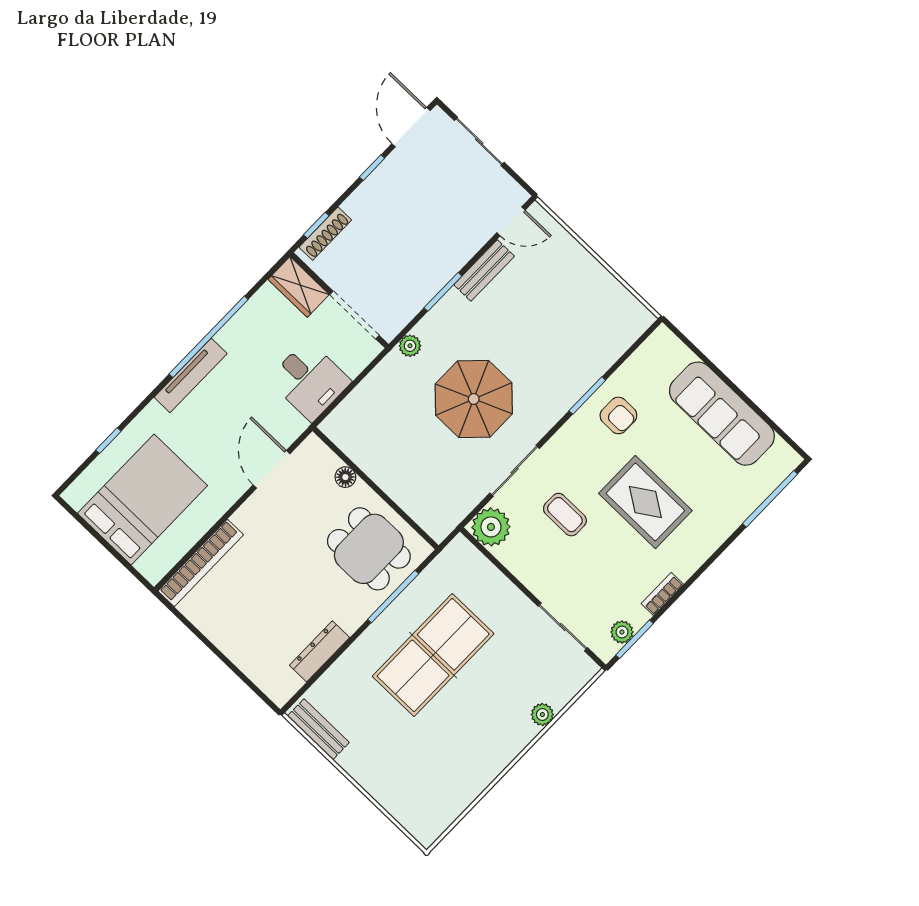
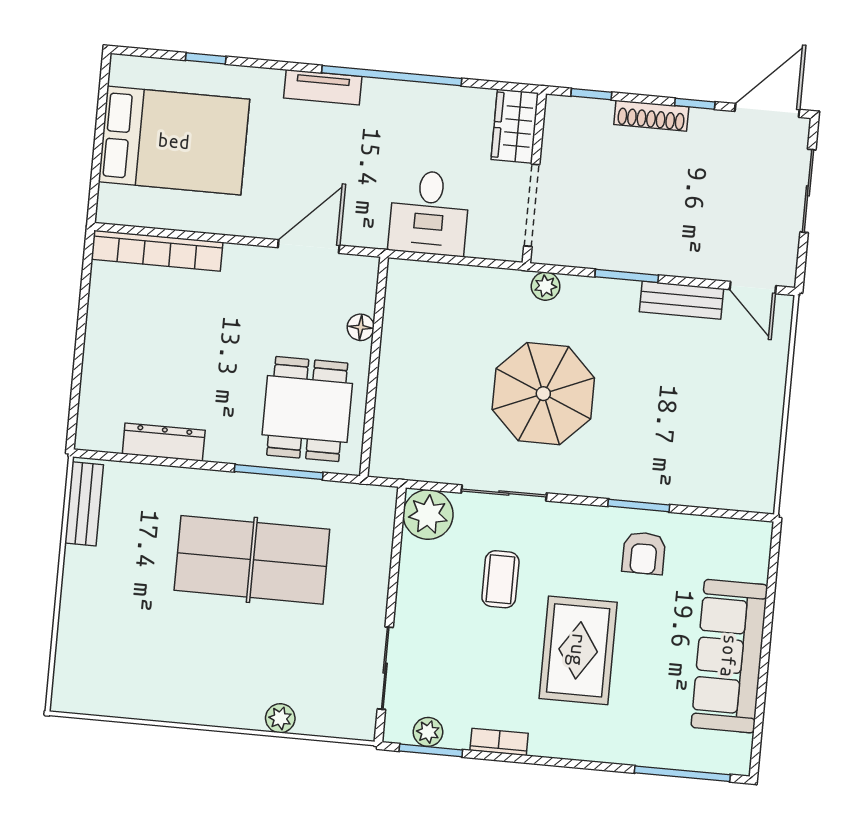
shoe rack: (325, 234) -> (651, 116), moved
tv unit: (191, 375) -> (323, 87), width x0.71

